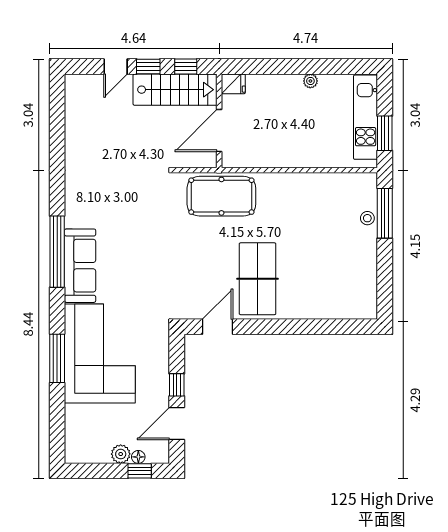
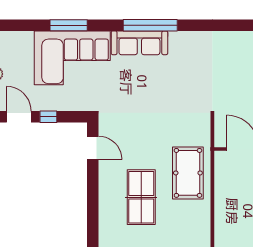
pool table: (221, 196) -> (188, 173), moved
table tennis table: (258, 279) -> (141, 197), moved, turned 90

